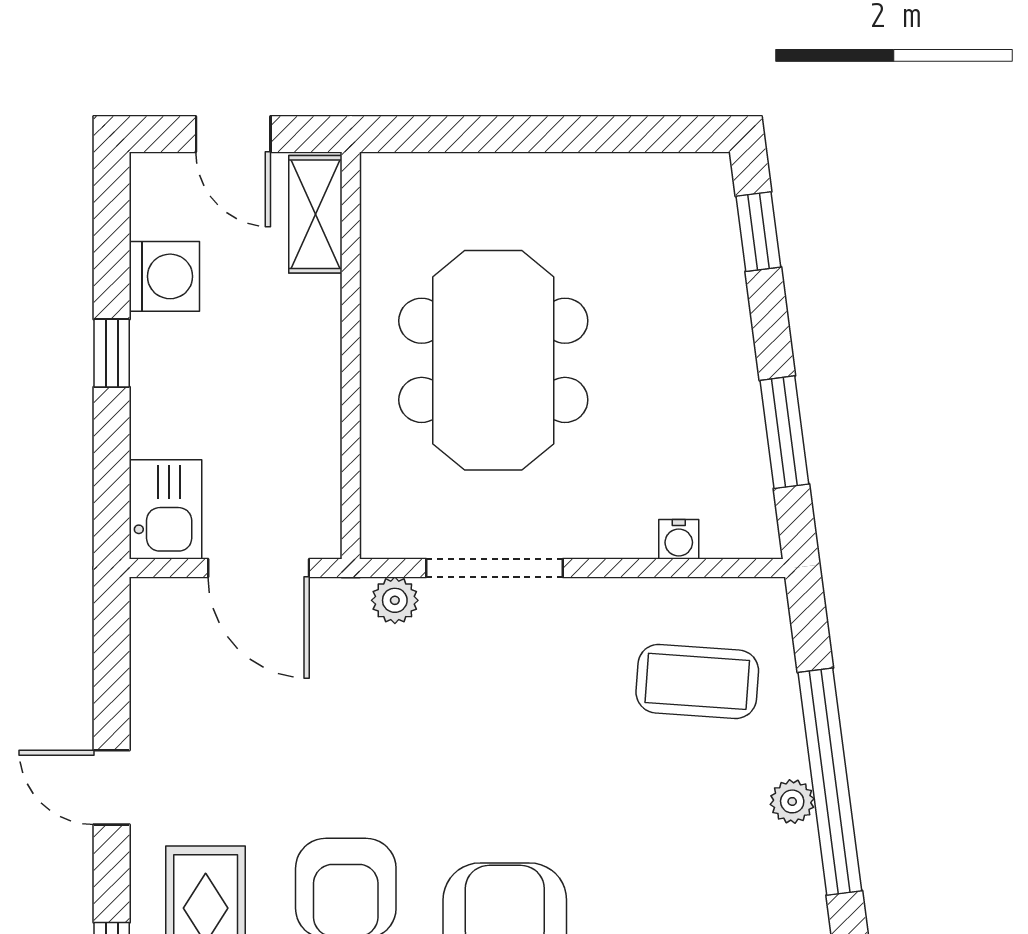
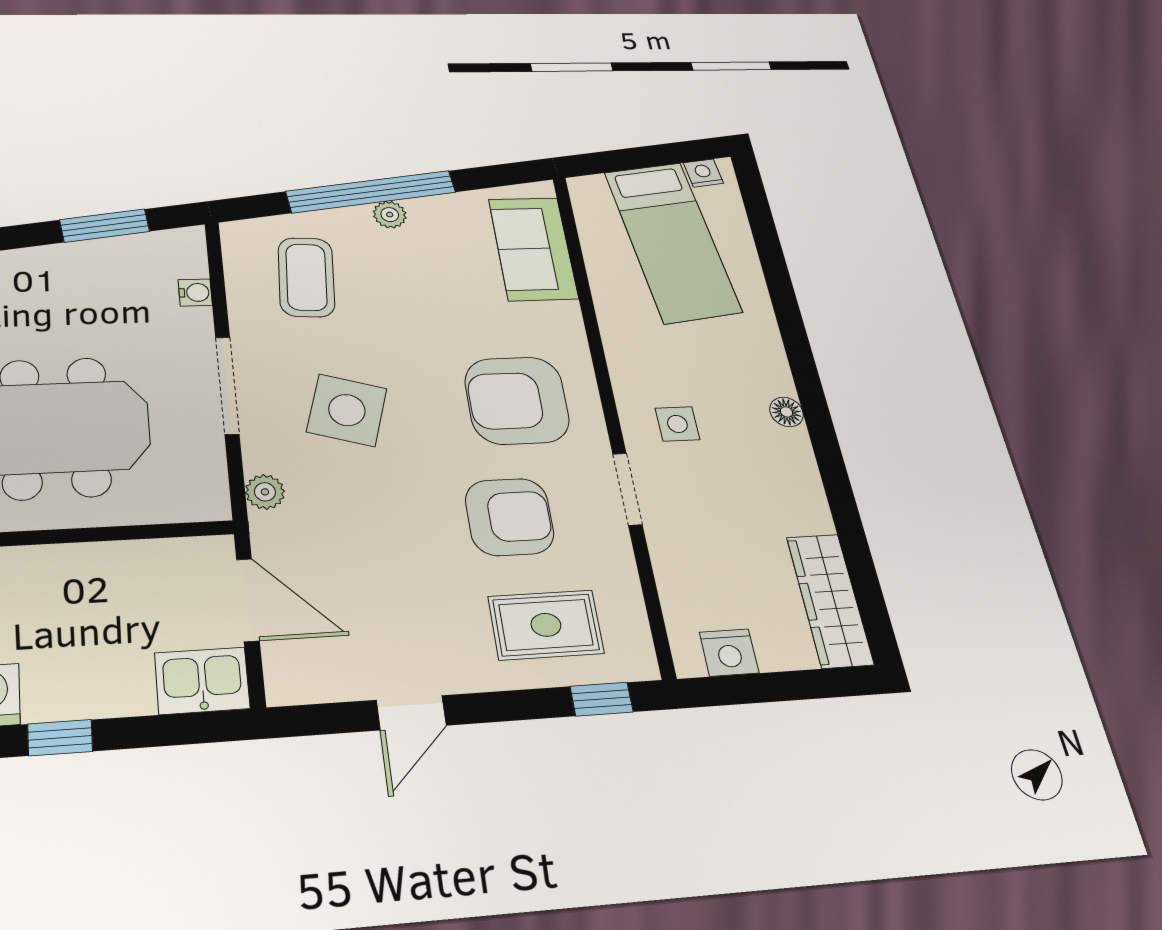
door: (259, 568) -> (248, 600), hinge flipped
doorway: (495, 568) -> (227, 385), moved
side table: (501, 710) -> (347, 410), added
door: (112, 787) -> (411, 713), moved

